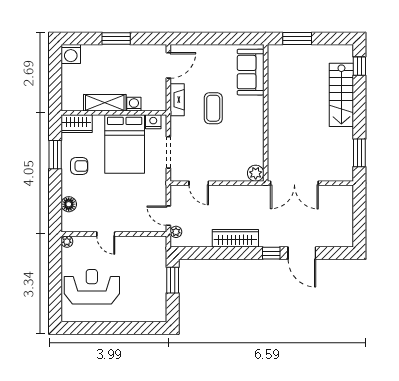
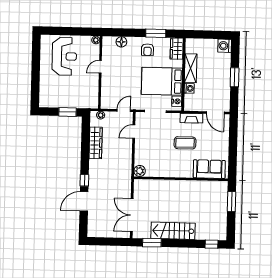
stairs: (341, 95) -> (173, 231), moved
double door: (294, 183) -> (132, 215), moved
door: (168, 216) -> (124, 111), moved
wardrobe: (235, 238) -> (96, 143), moved

